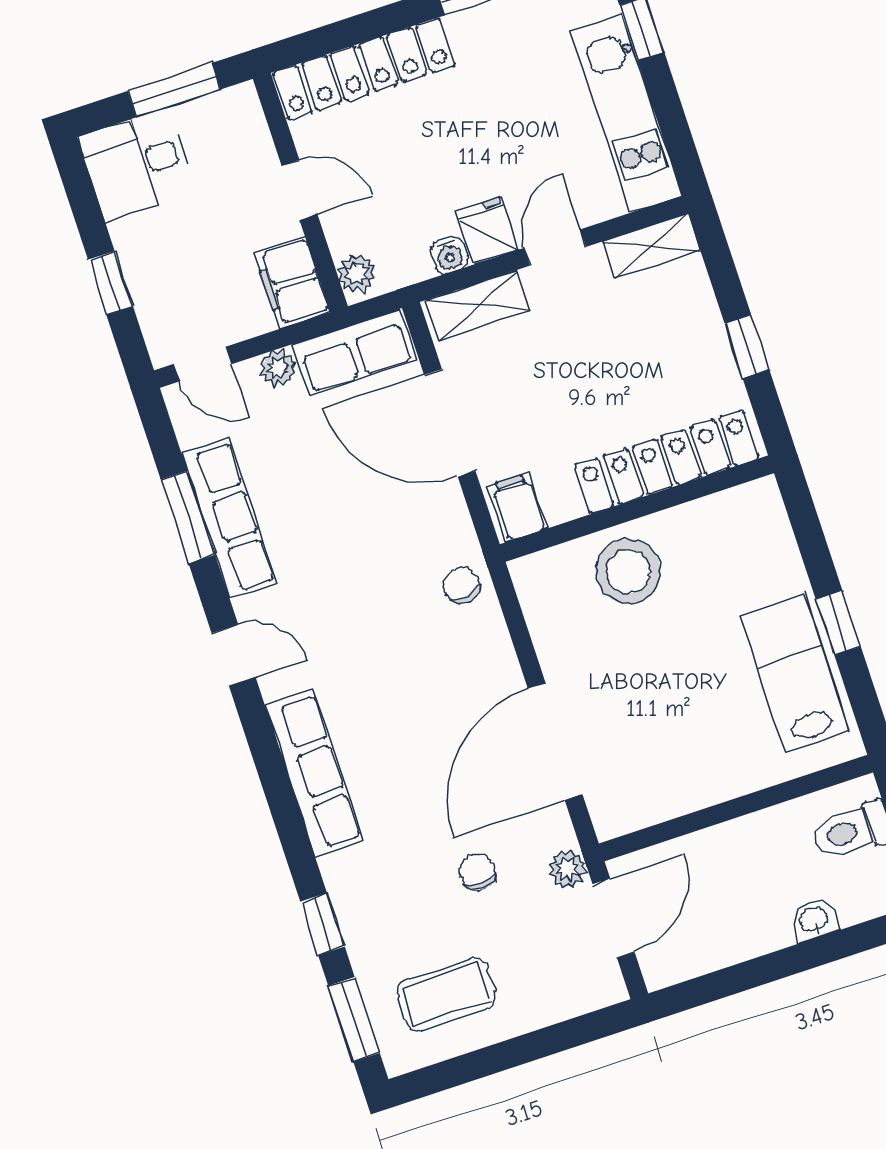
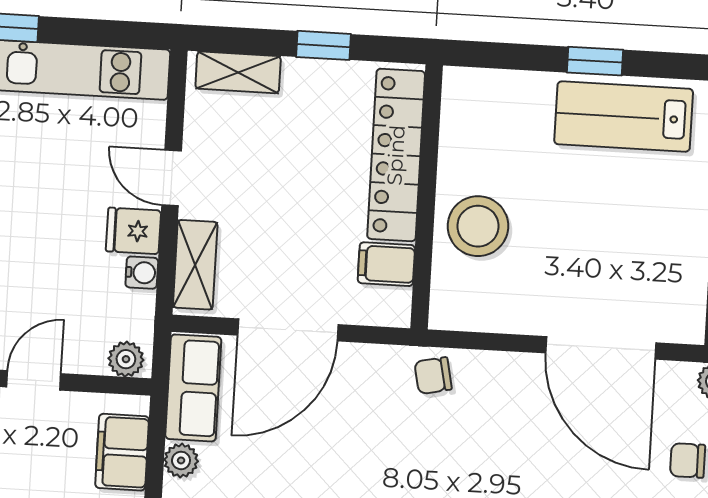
shelving: (652, 246) -> (238, 72), moved, turned 90
filing cabinet: (292, 283) -> (122, 452), moved, turned 90
filing cabinet: (518, 507) -> (386, 264), moved

